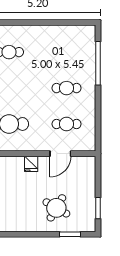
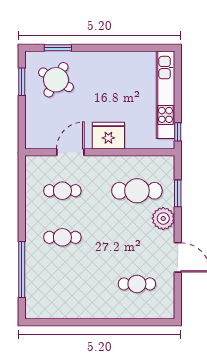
fridge: (31, 164) -> (108, 136), width x1.88, depth x1.34
round table: (56, 208) -> (56, 80), moved

